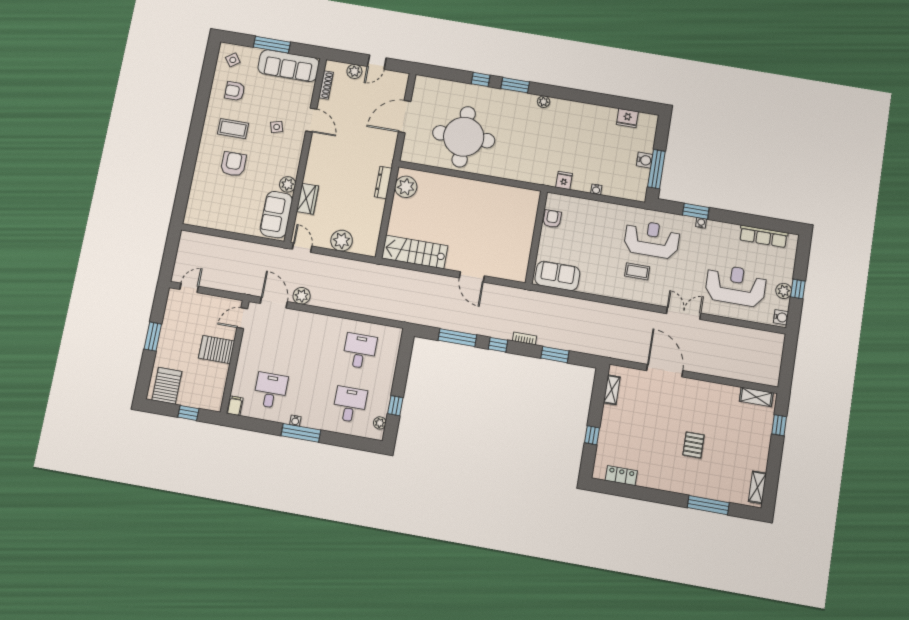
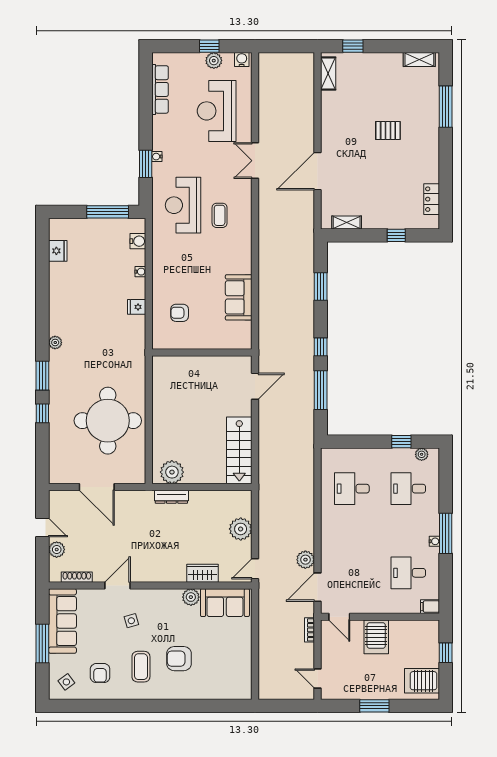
water cooler: (645, 160) -> (138, 241), moved, turned 90
wall: (536, 237) -> (202, 353), moved
bookcase: (525, 338) -> (310, 630), moved

